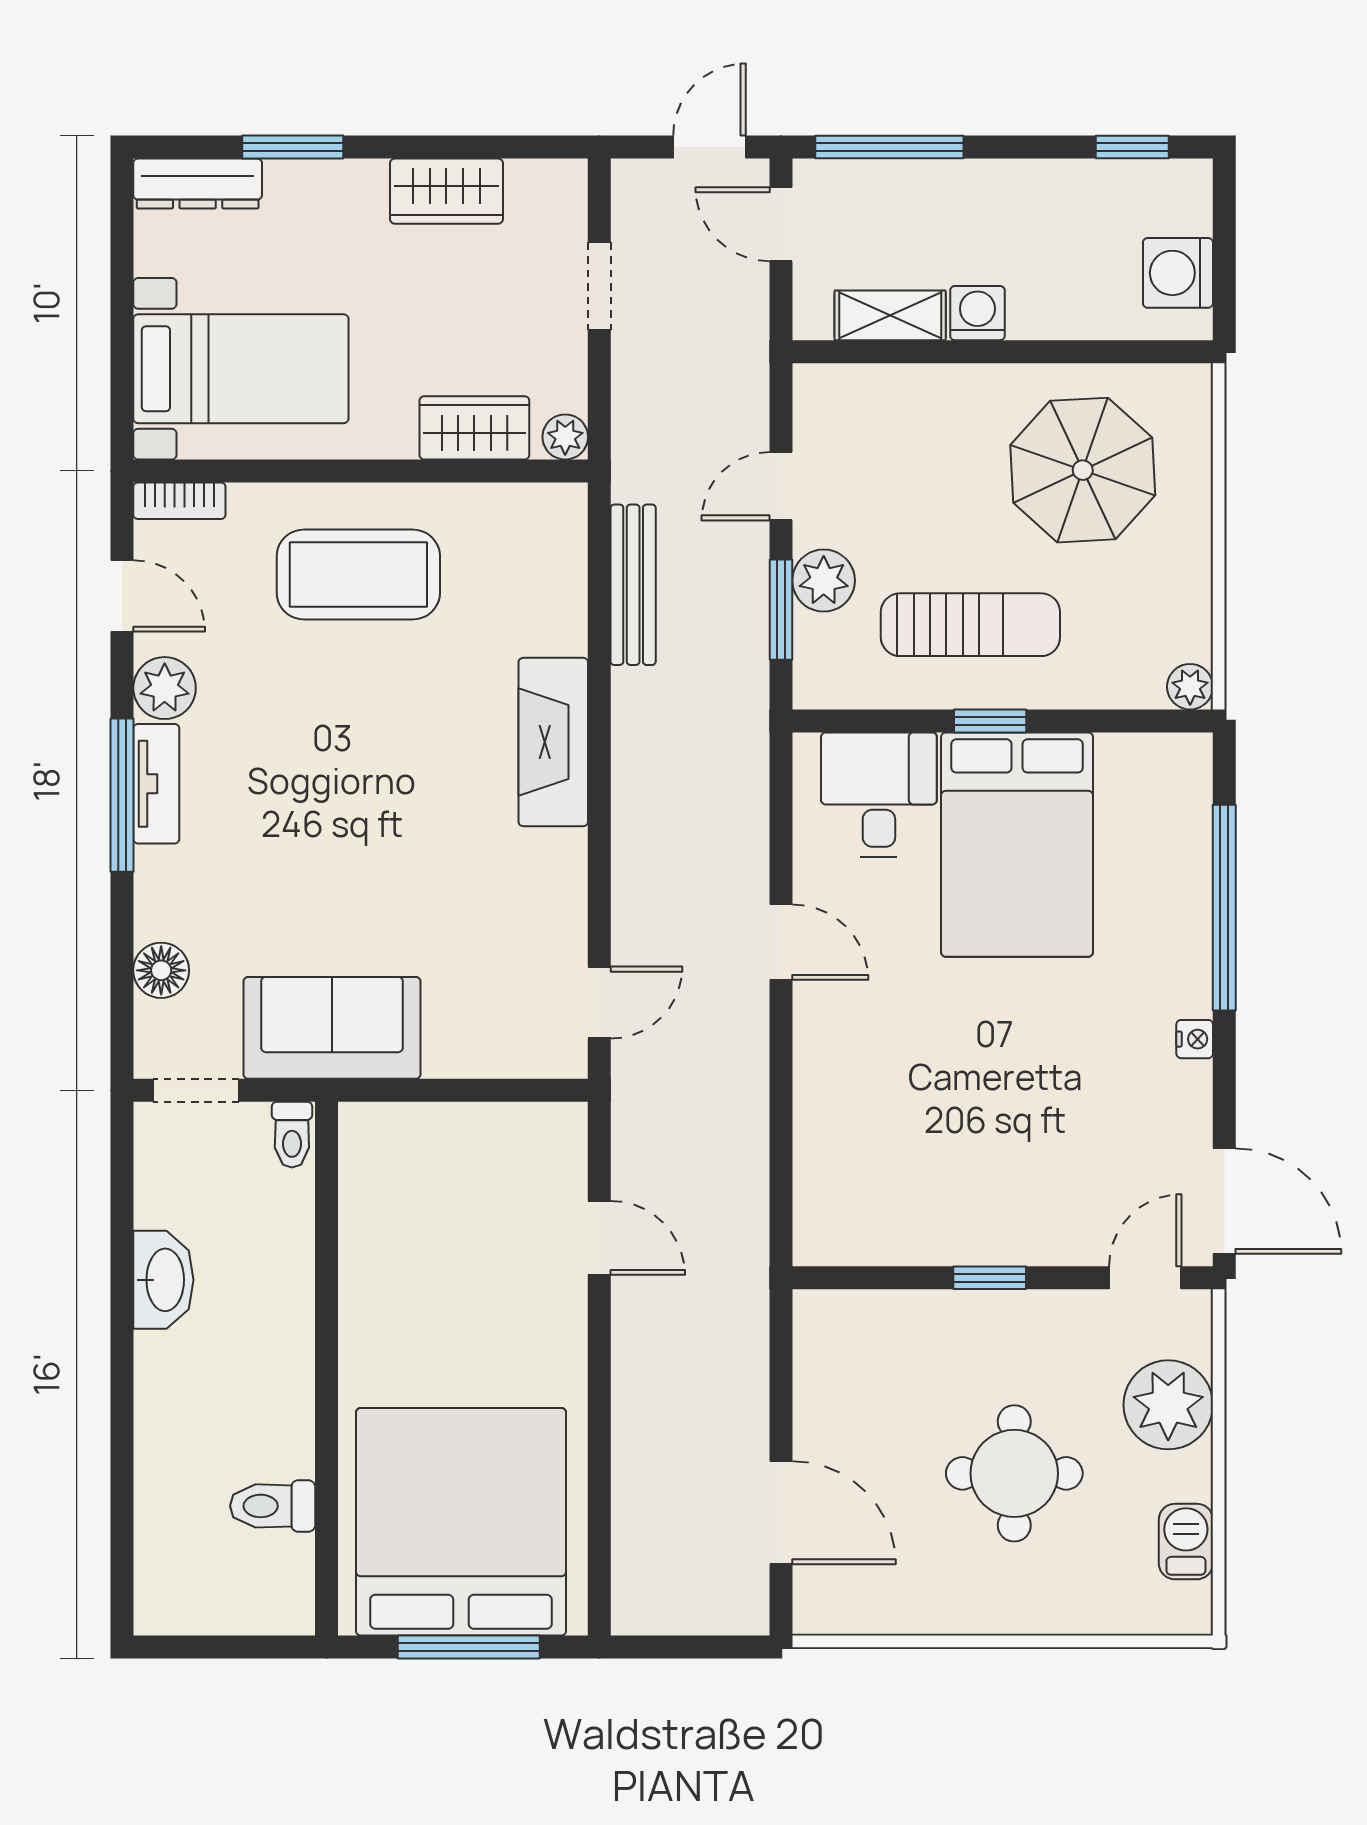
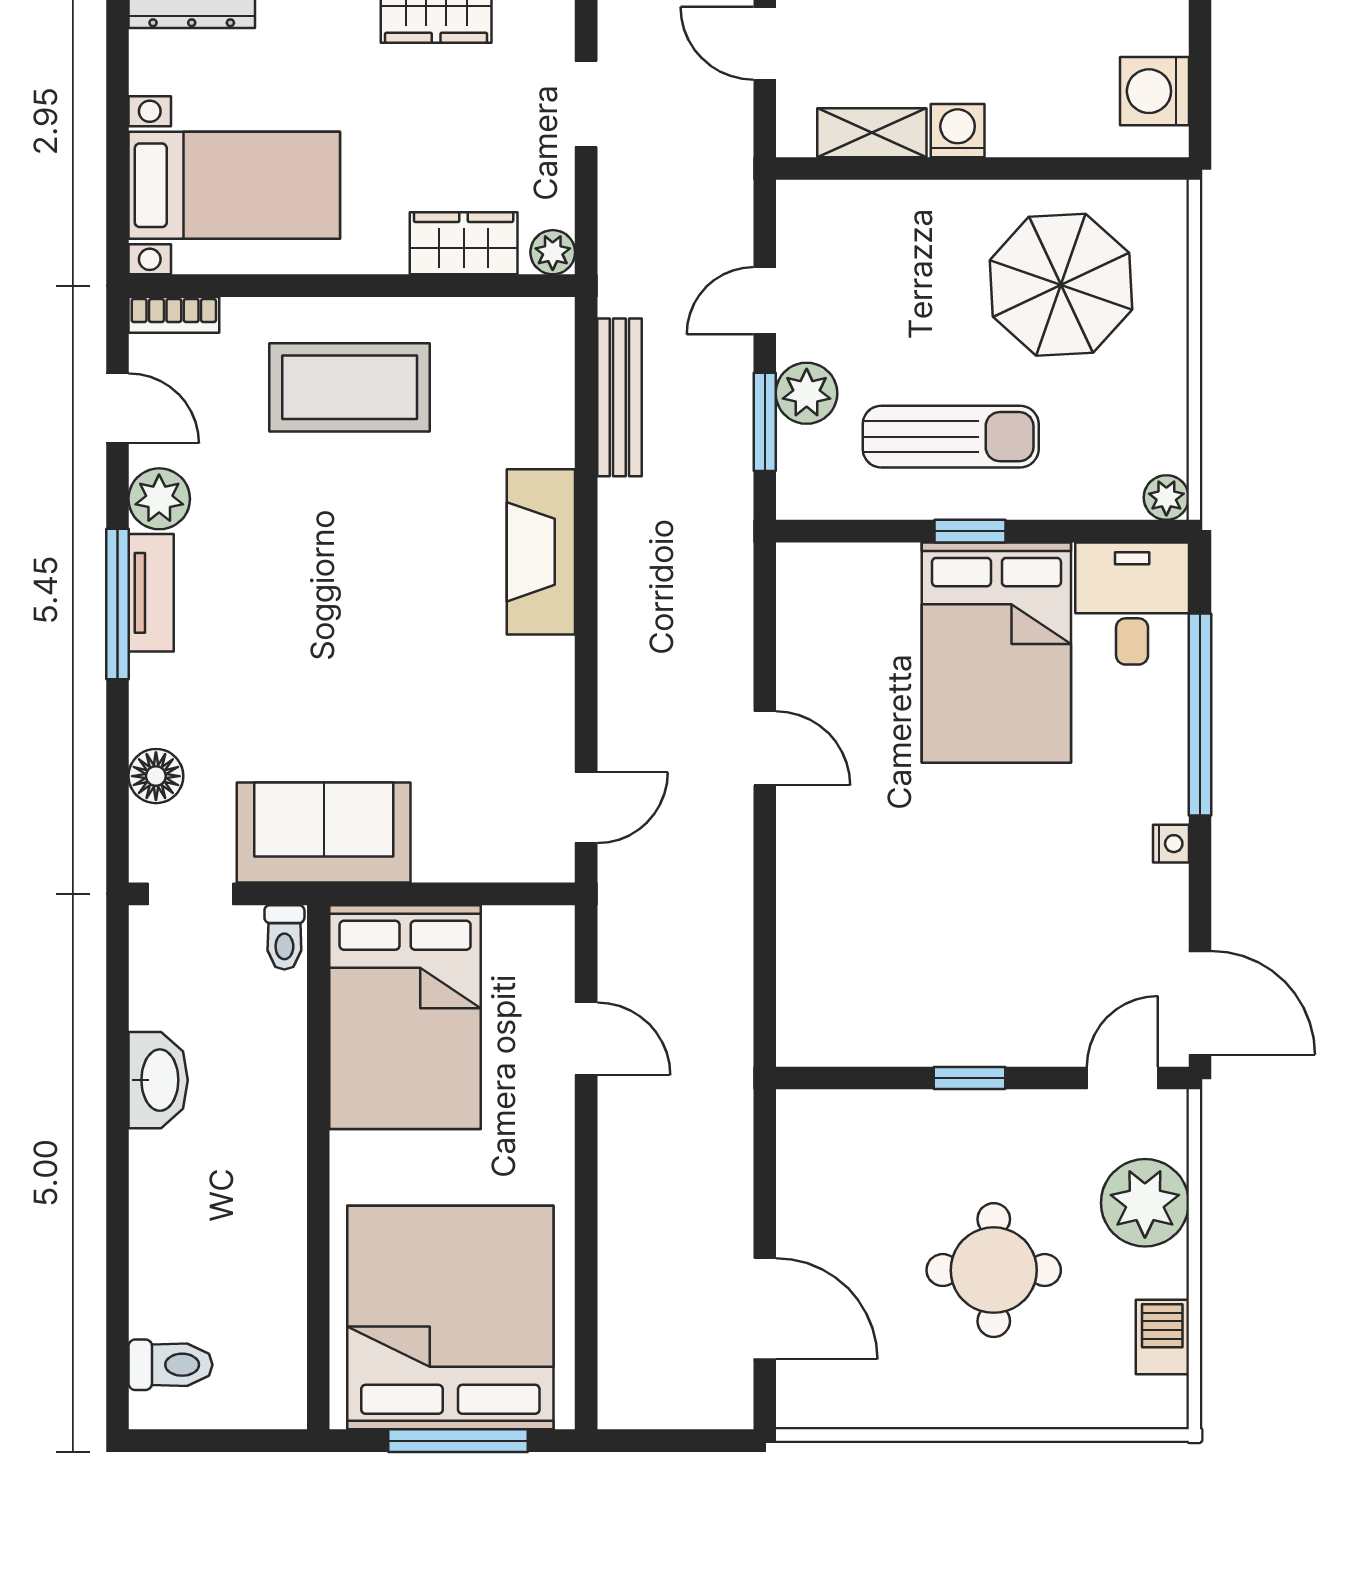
desk: (879, 795) -> (1132, 604), moved
bed: (415, 1216) -> (405, 1017), added
toilet: (273, 1506) -> (170, 1365), moved, turned 180

